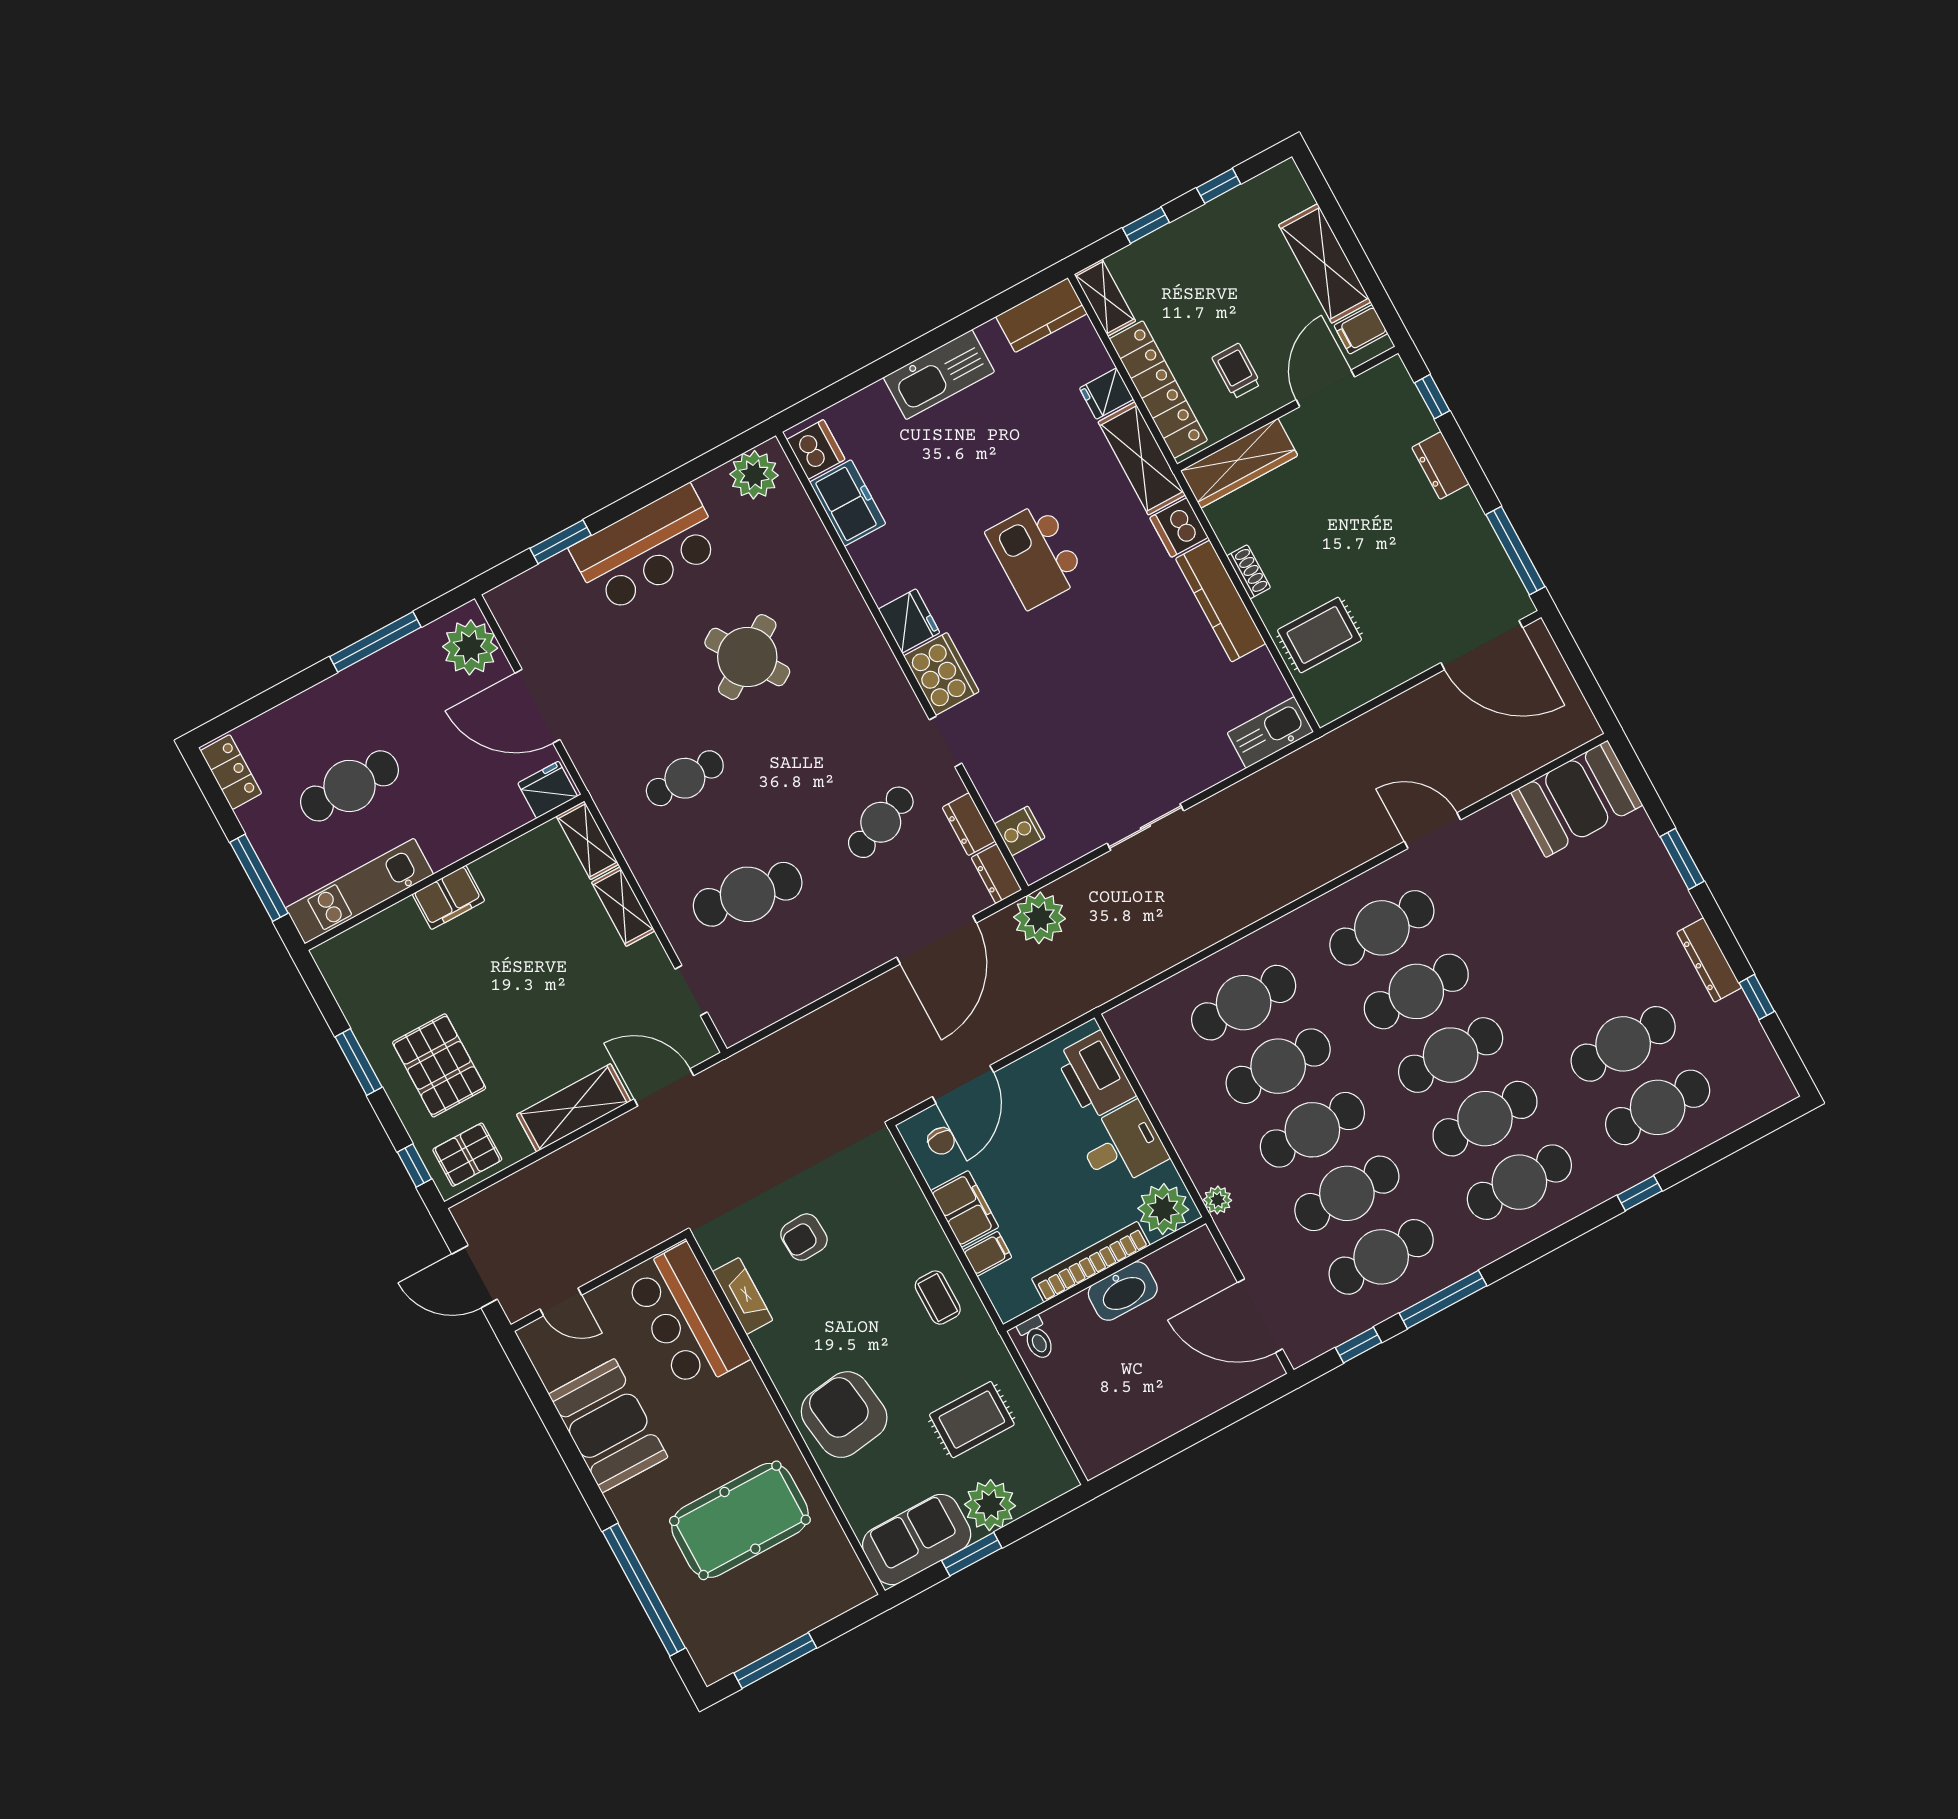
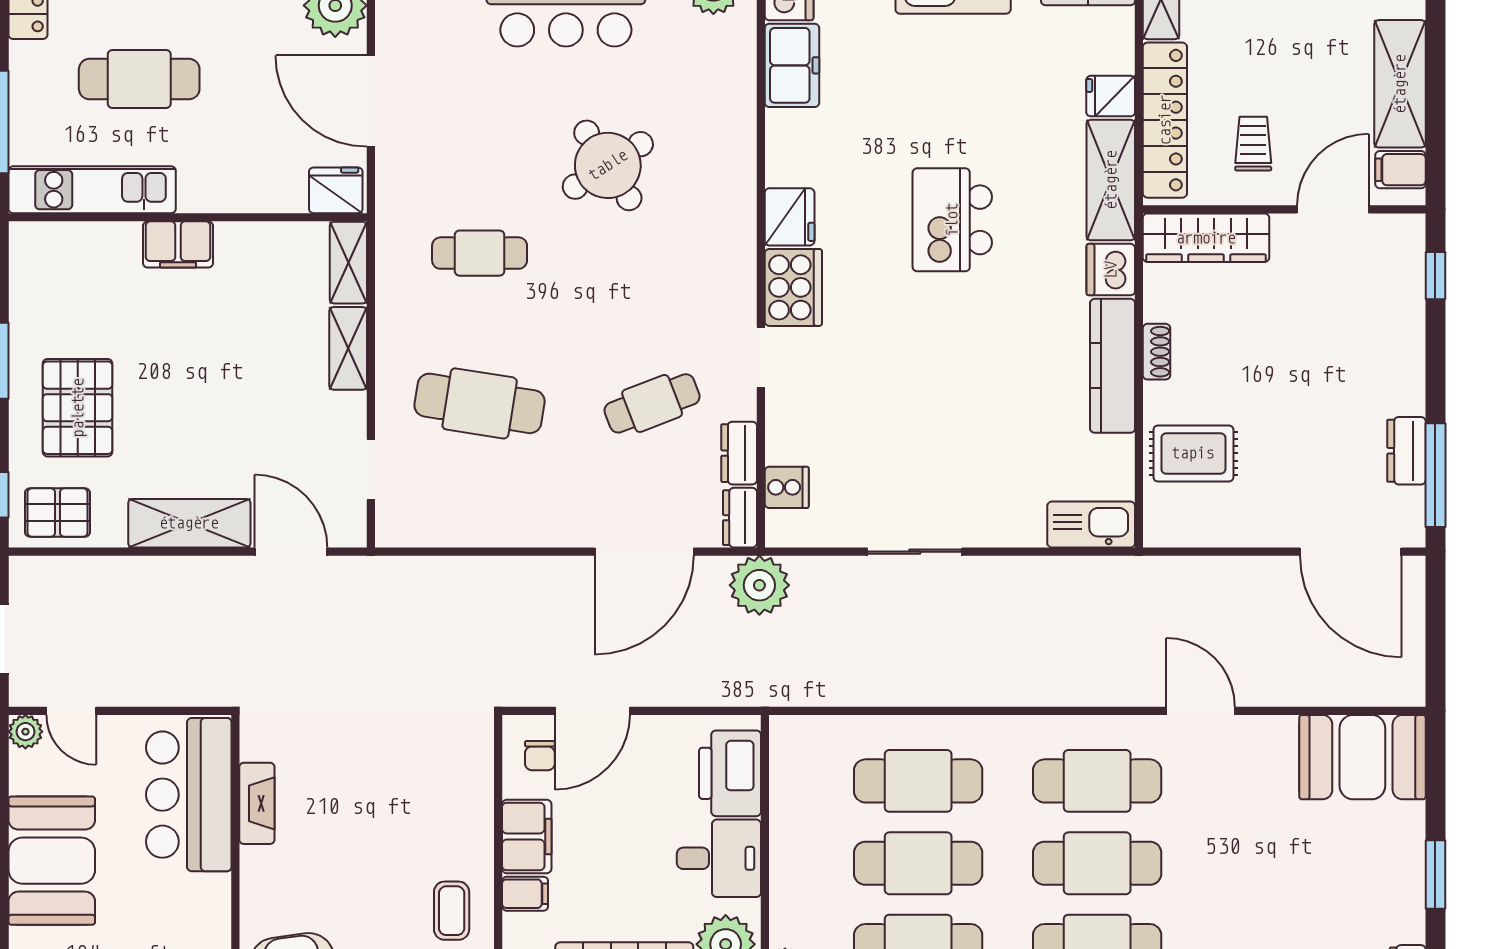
dresser: (1440, 466) -> (1406, 451), moved
armchair: (804, 1237) -> (350, 778), removed
plant: (534, 1337) -> (25, 732), added

